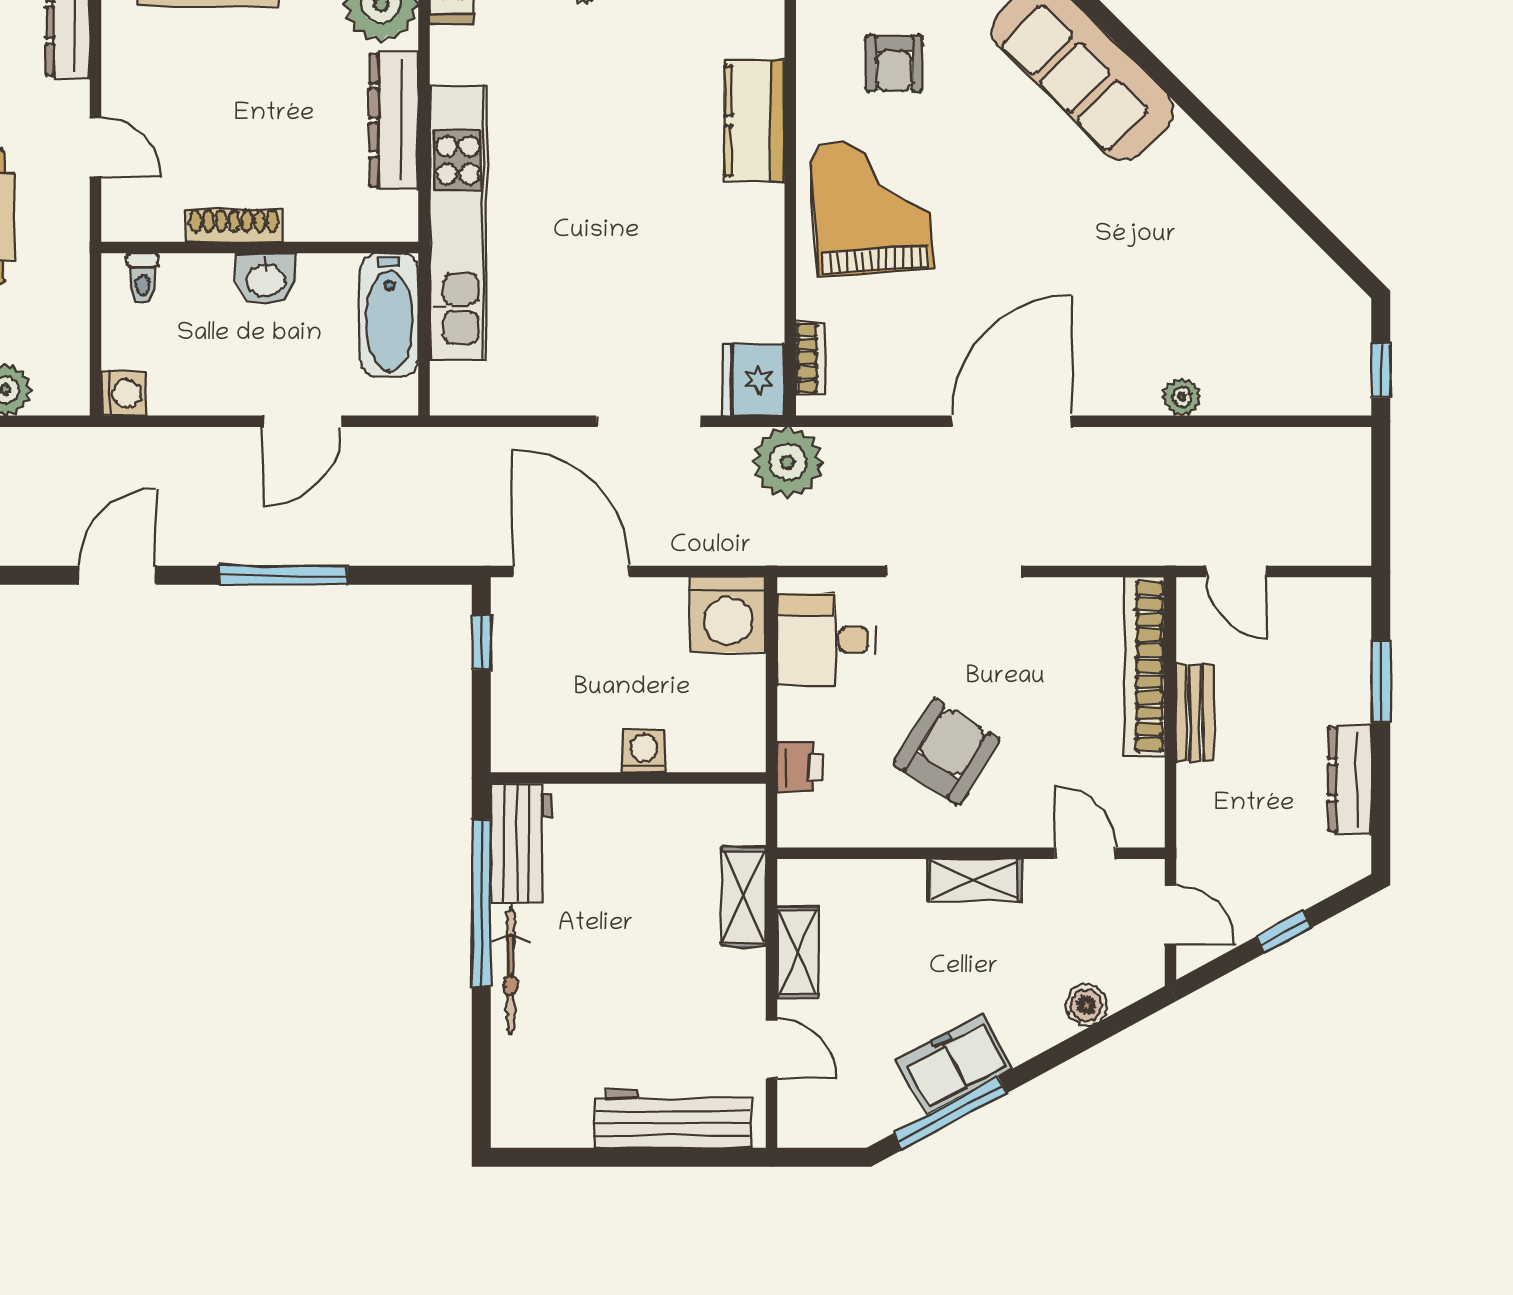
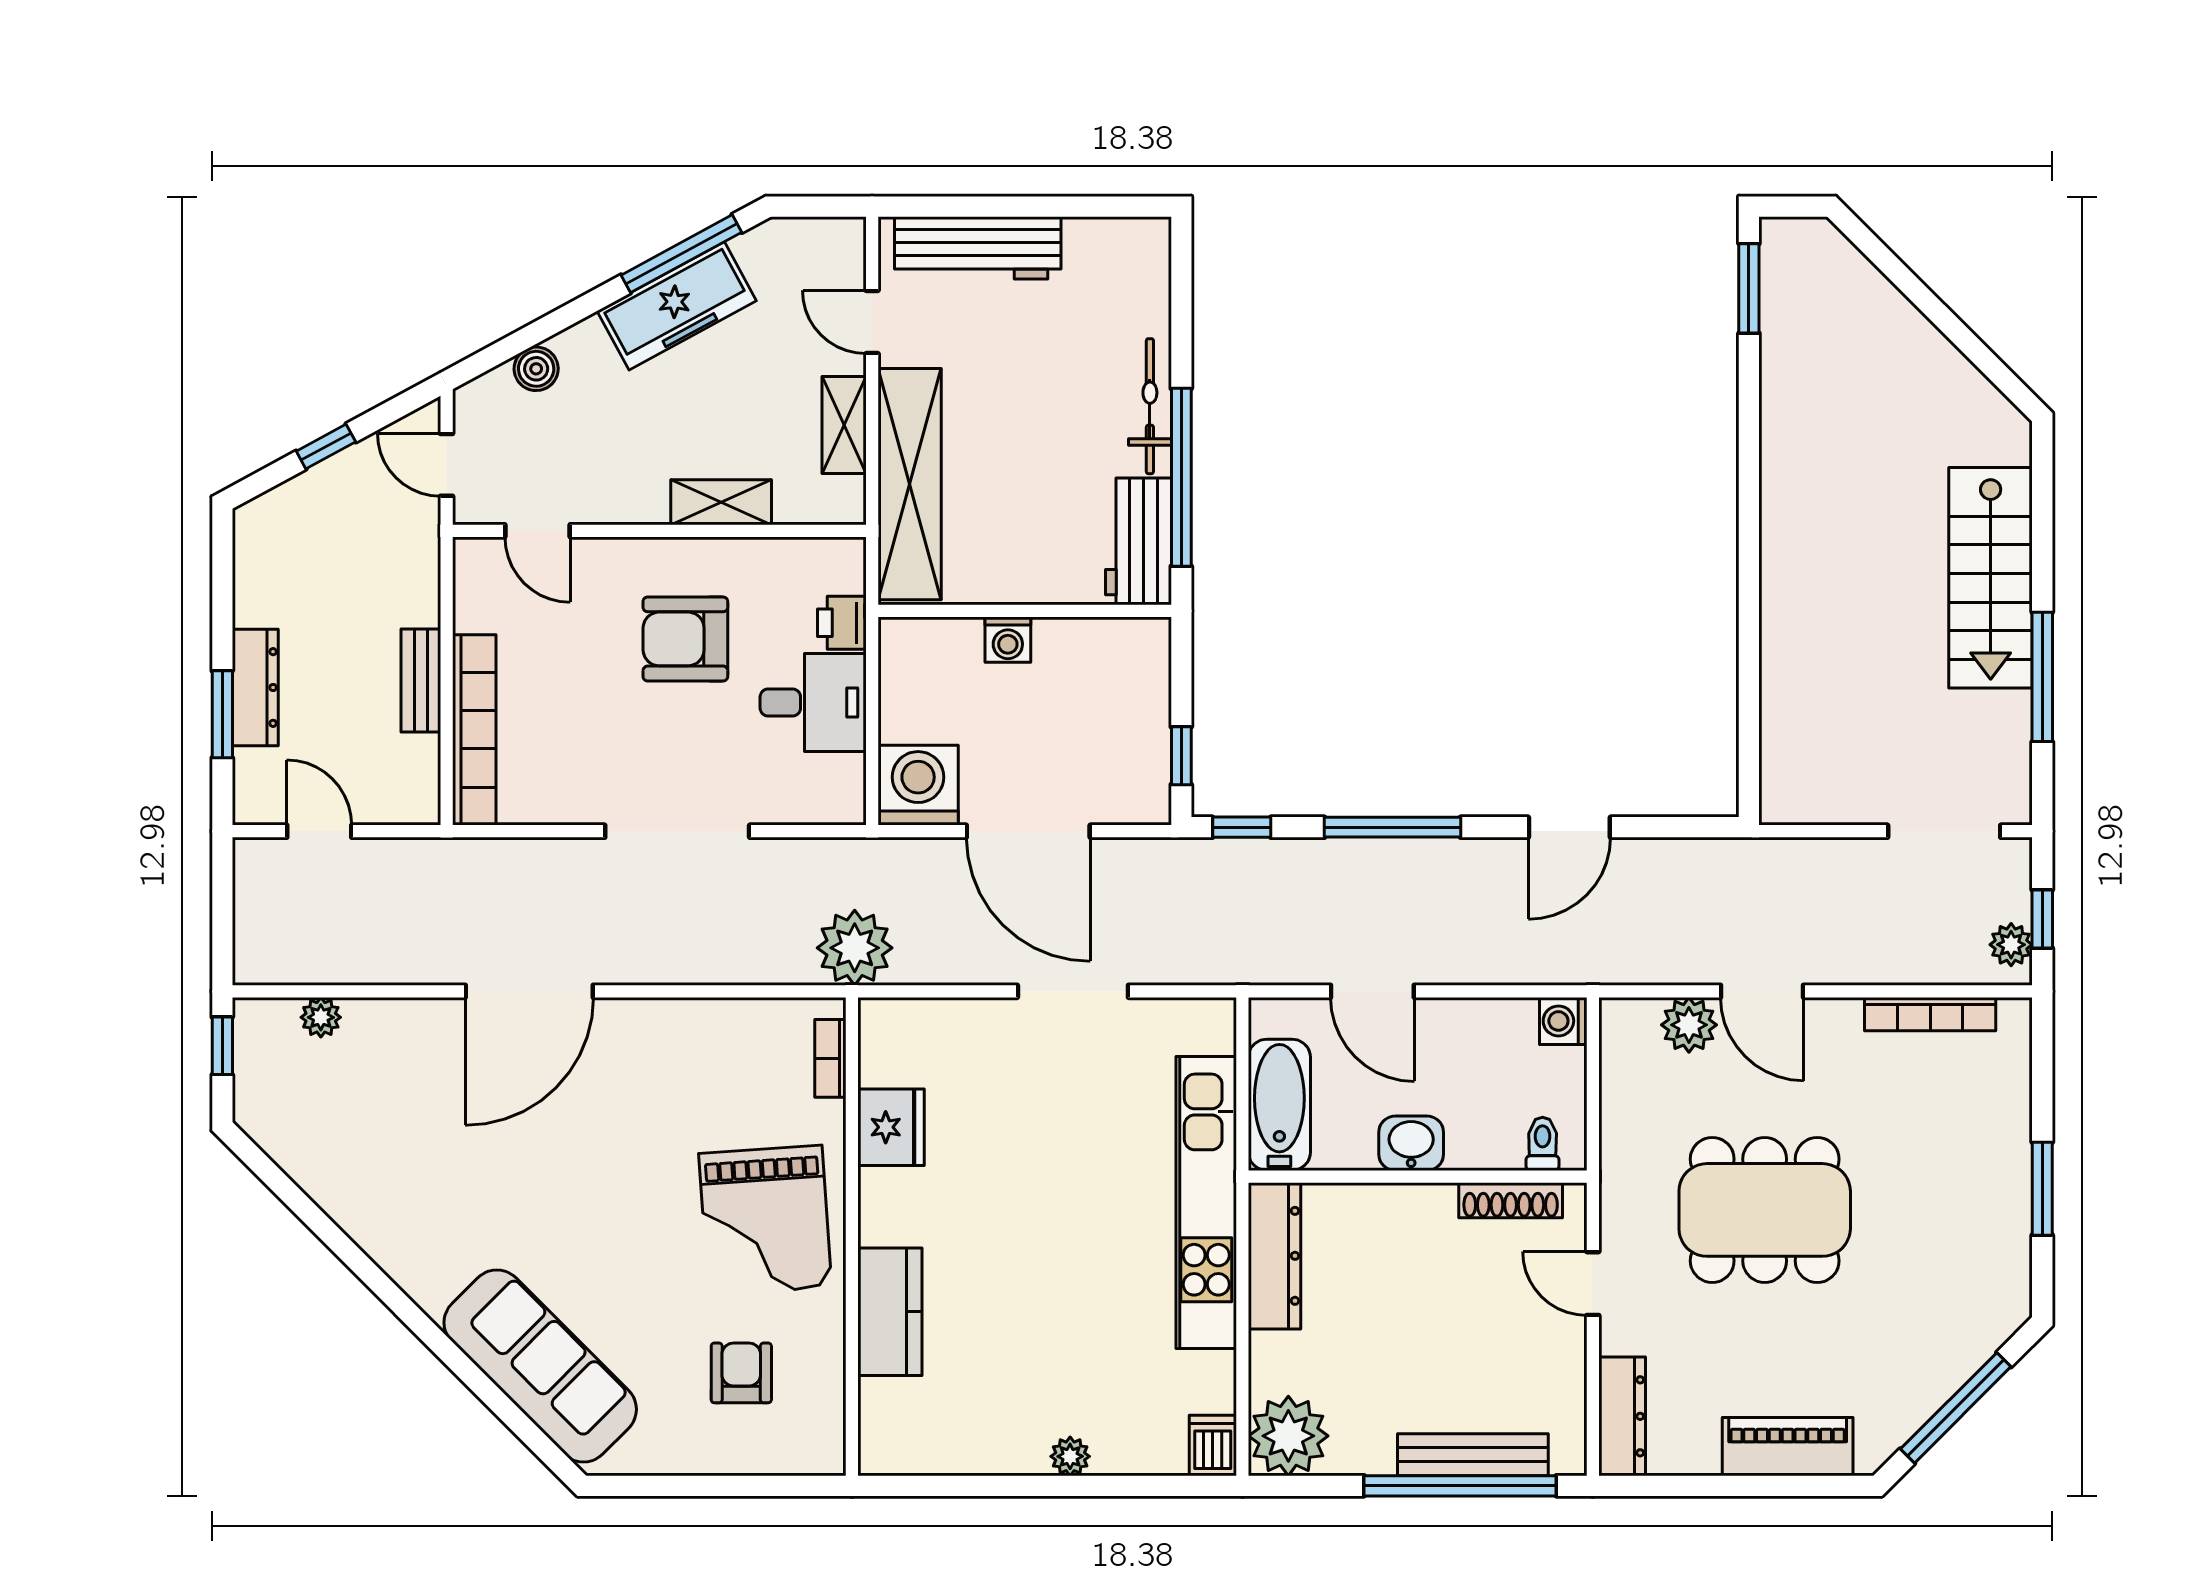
dresser: (394, 120) -> (1275, 1256), moved
shoe rack: (234, 225) -> (1511, 1200), moved
fridge: (754, 380) -> (891, 1127), moved
plant: (1182, 397) -> (321, 1017), moved
door: (302, 421) -> (1372, 991), swing flipped
doorway: (648, 421) -> (1073, 991), moved
door: (1011, 421) -> (529, 991), moved
door: (571, 571) -> (1028, 831), moved
door: (1237, 571) -> (319, 831), moved
window: (425, 575) -> (1242, 827), added
desk: (827, 639) -> (813, 702), moved
armchair: (946, 752) -> (685, 639), turned 58
dresser: (1350, 780) -> (255, 687), moved
shelving: (974, 880) -> (721, 502), moved
shelving: (744, 897) -> (910, 484), width x2.20, depth x1.33
freezer: (955, 1064) -> (677, 306), width x1.40

